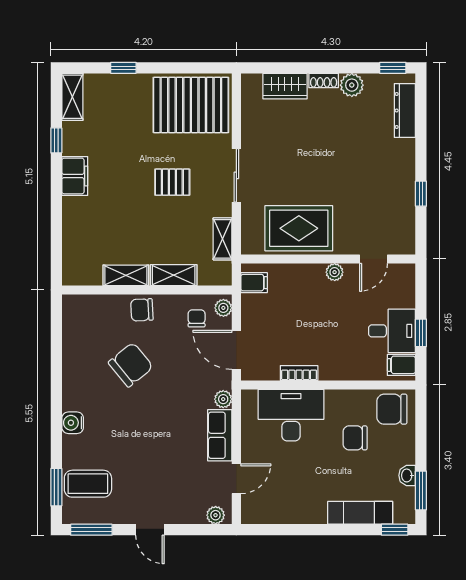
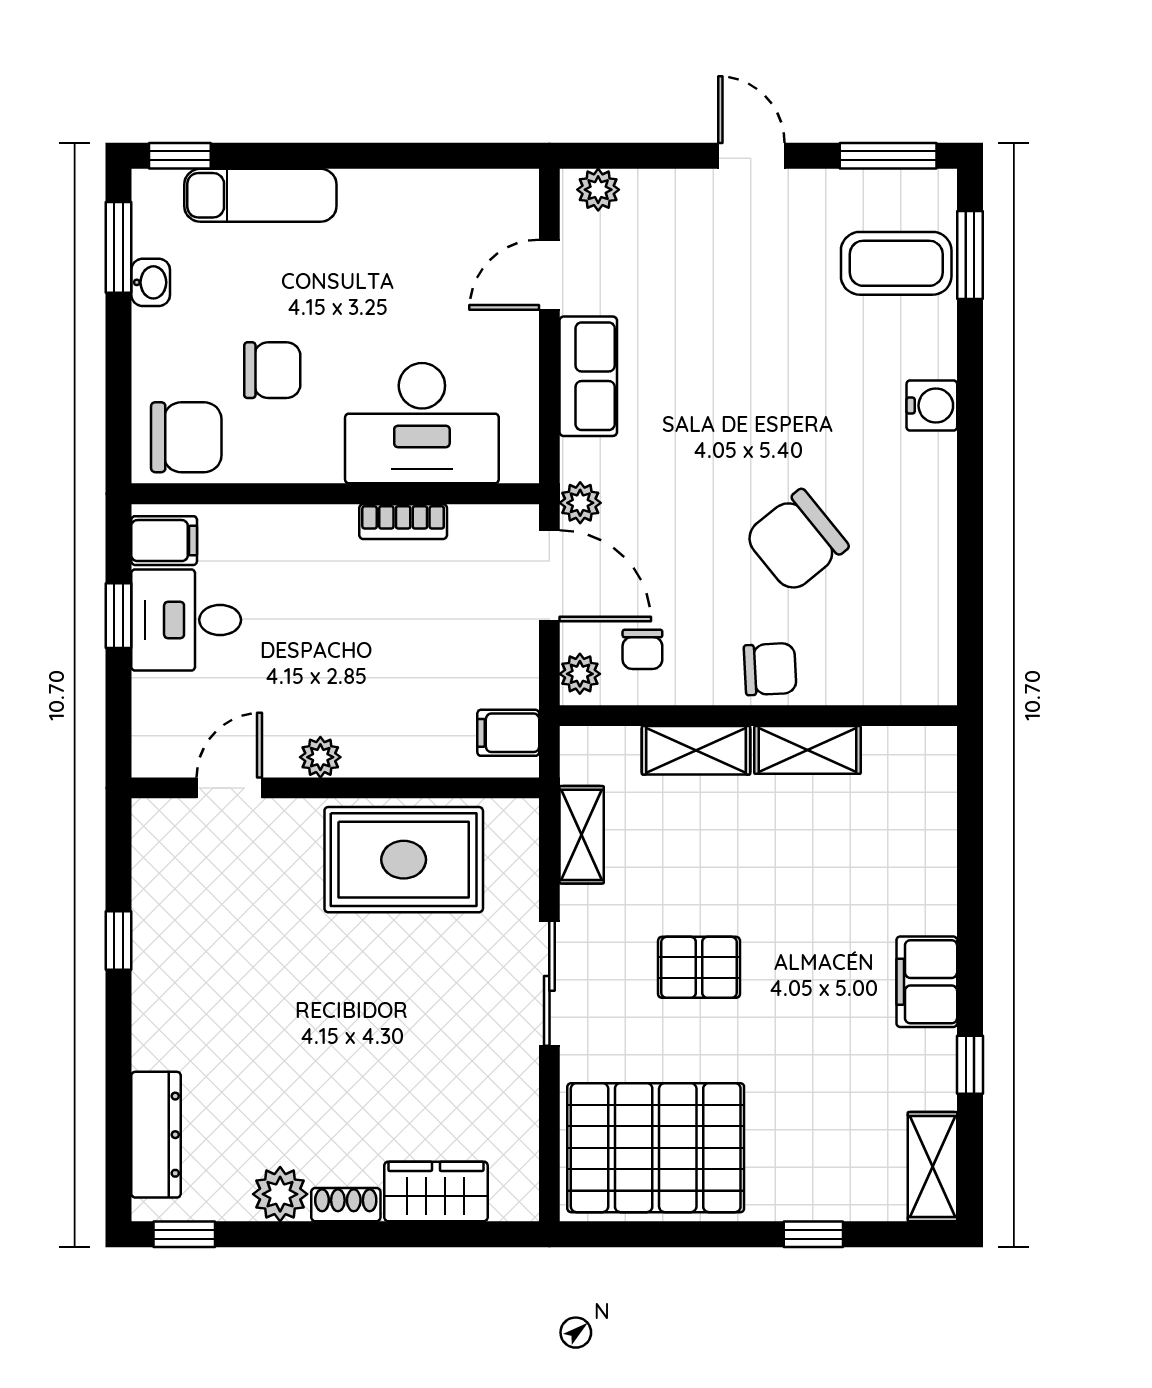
plant: (223, 399) -> (580, 503), moved

